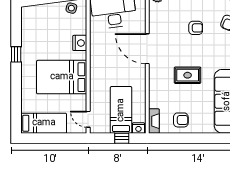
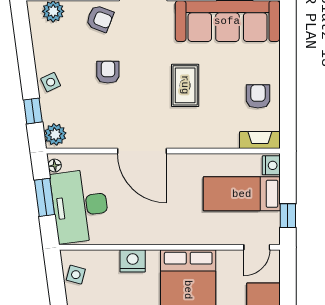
door: (147, 49) -> (142, 151), hinge flipped
window: (122, 138) -> (288, 216), moved

